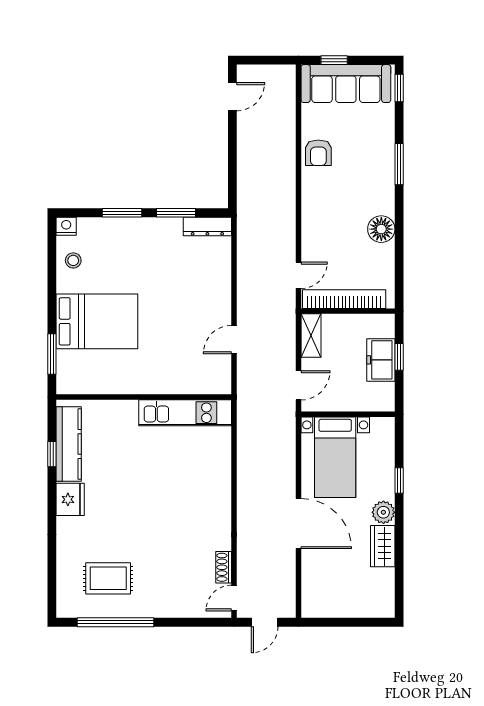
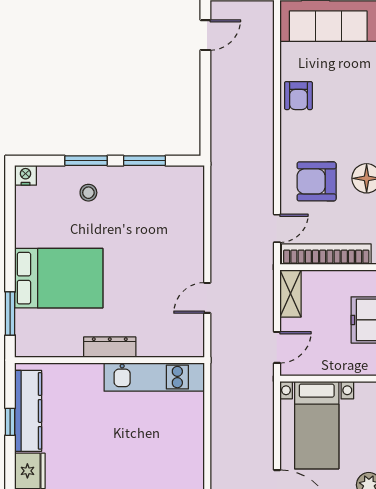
dresser: (207, 226) -> (110, 347), moved, turned 180
armchair: (335, 232) -> (317, 181), added
stool: (73, 260) -> (88, 193), moved

